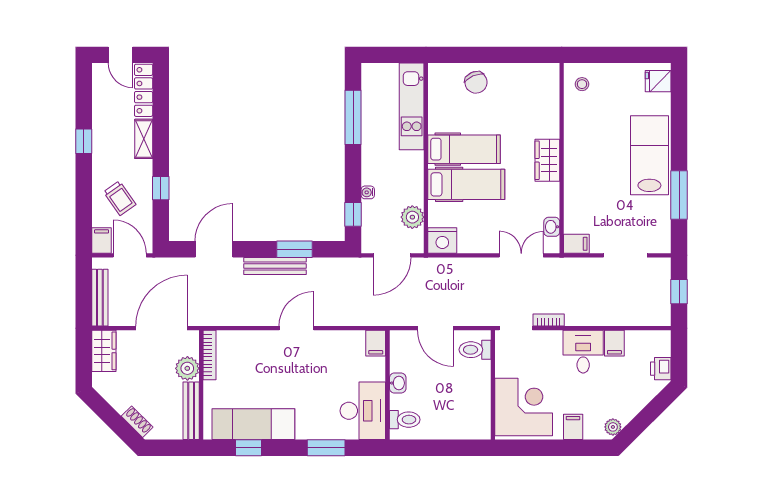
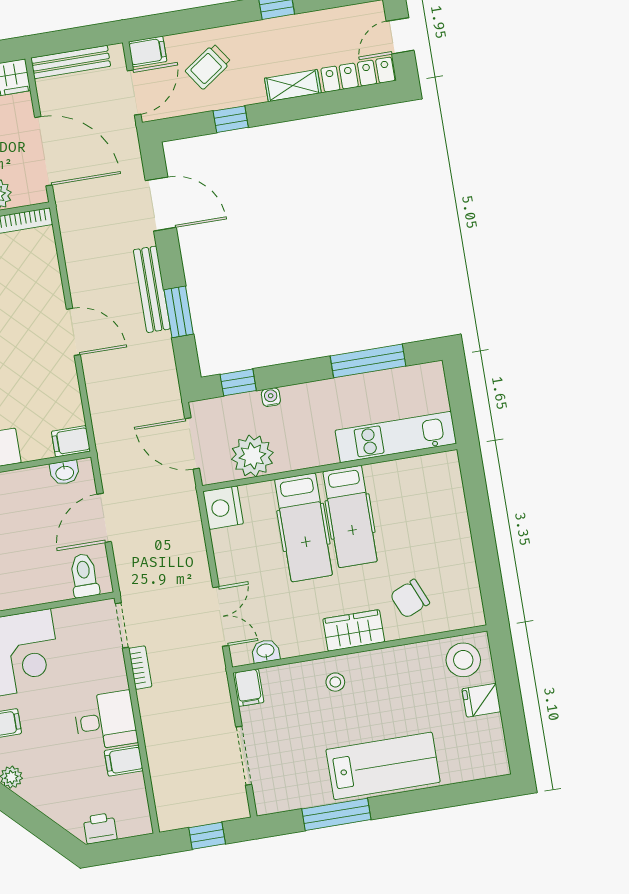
fridge: (658, 81) -> (481, 700), moved, turned -90
chair: (476, 82) -> (410, 599), moved
stool: (582, 84) -> (463, 660), width x1.89, depth x1.89
stool: (583, 180) -> (335, 682), added
plant: (412, 217) -> (252, 456), width x1.36, depth x1.36
washbasin: (398, 383) -> (65, 473), moved

